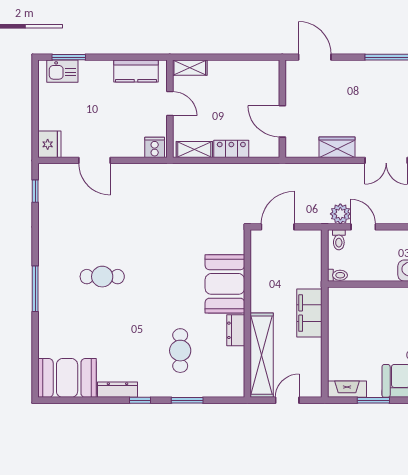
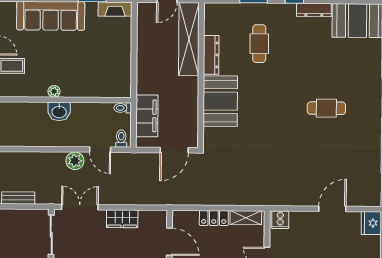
door: (94, 160) -> (332, 209), hinge flipped
plant: (340, 214) -> (75, 161), moved
filing cabinet: (309, 313) -> (147, 116), moved
dresser: (236, 330) -> (211, 55), width x1.44

